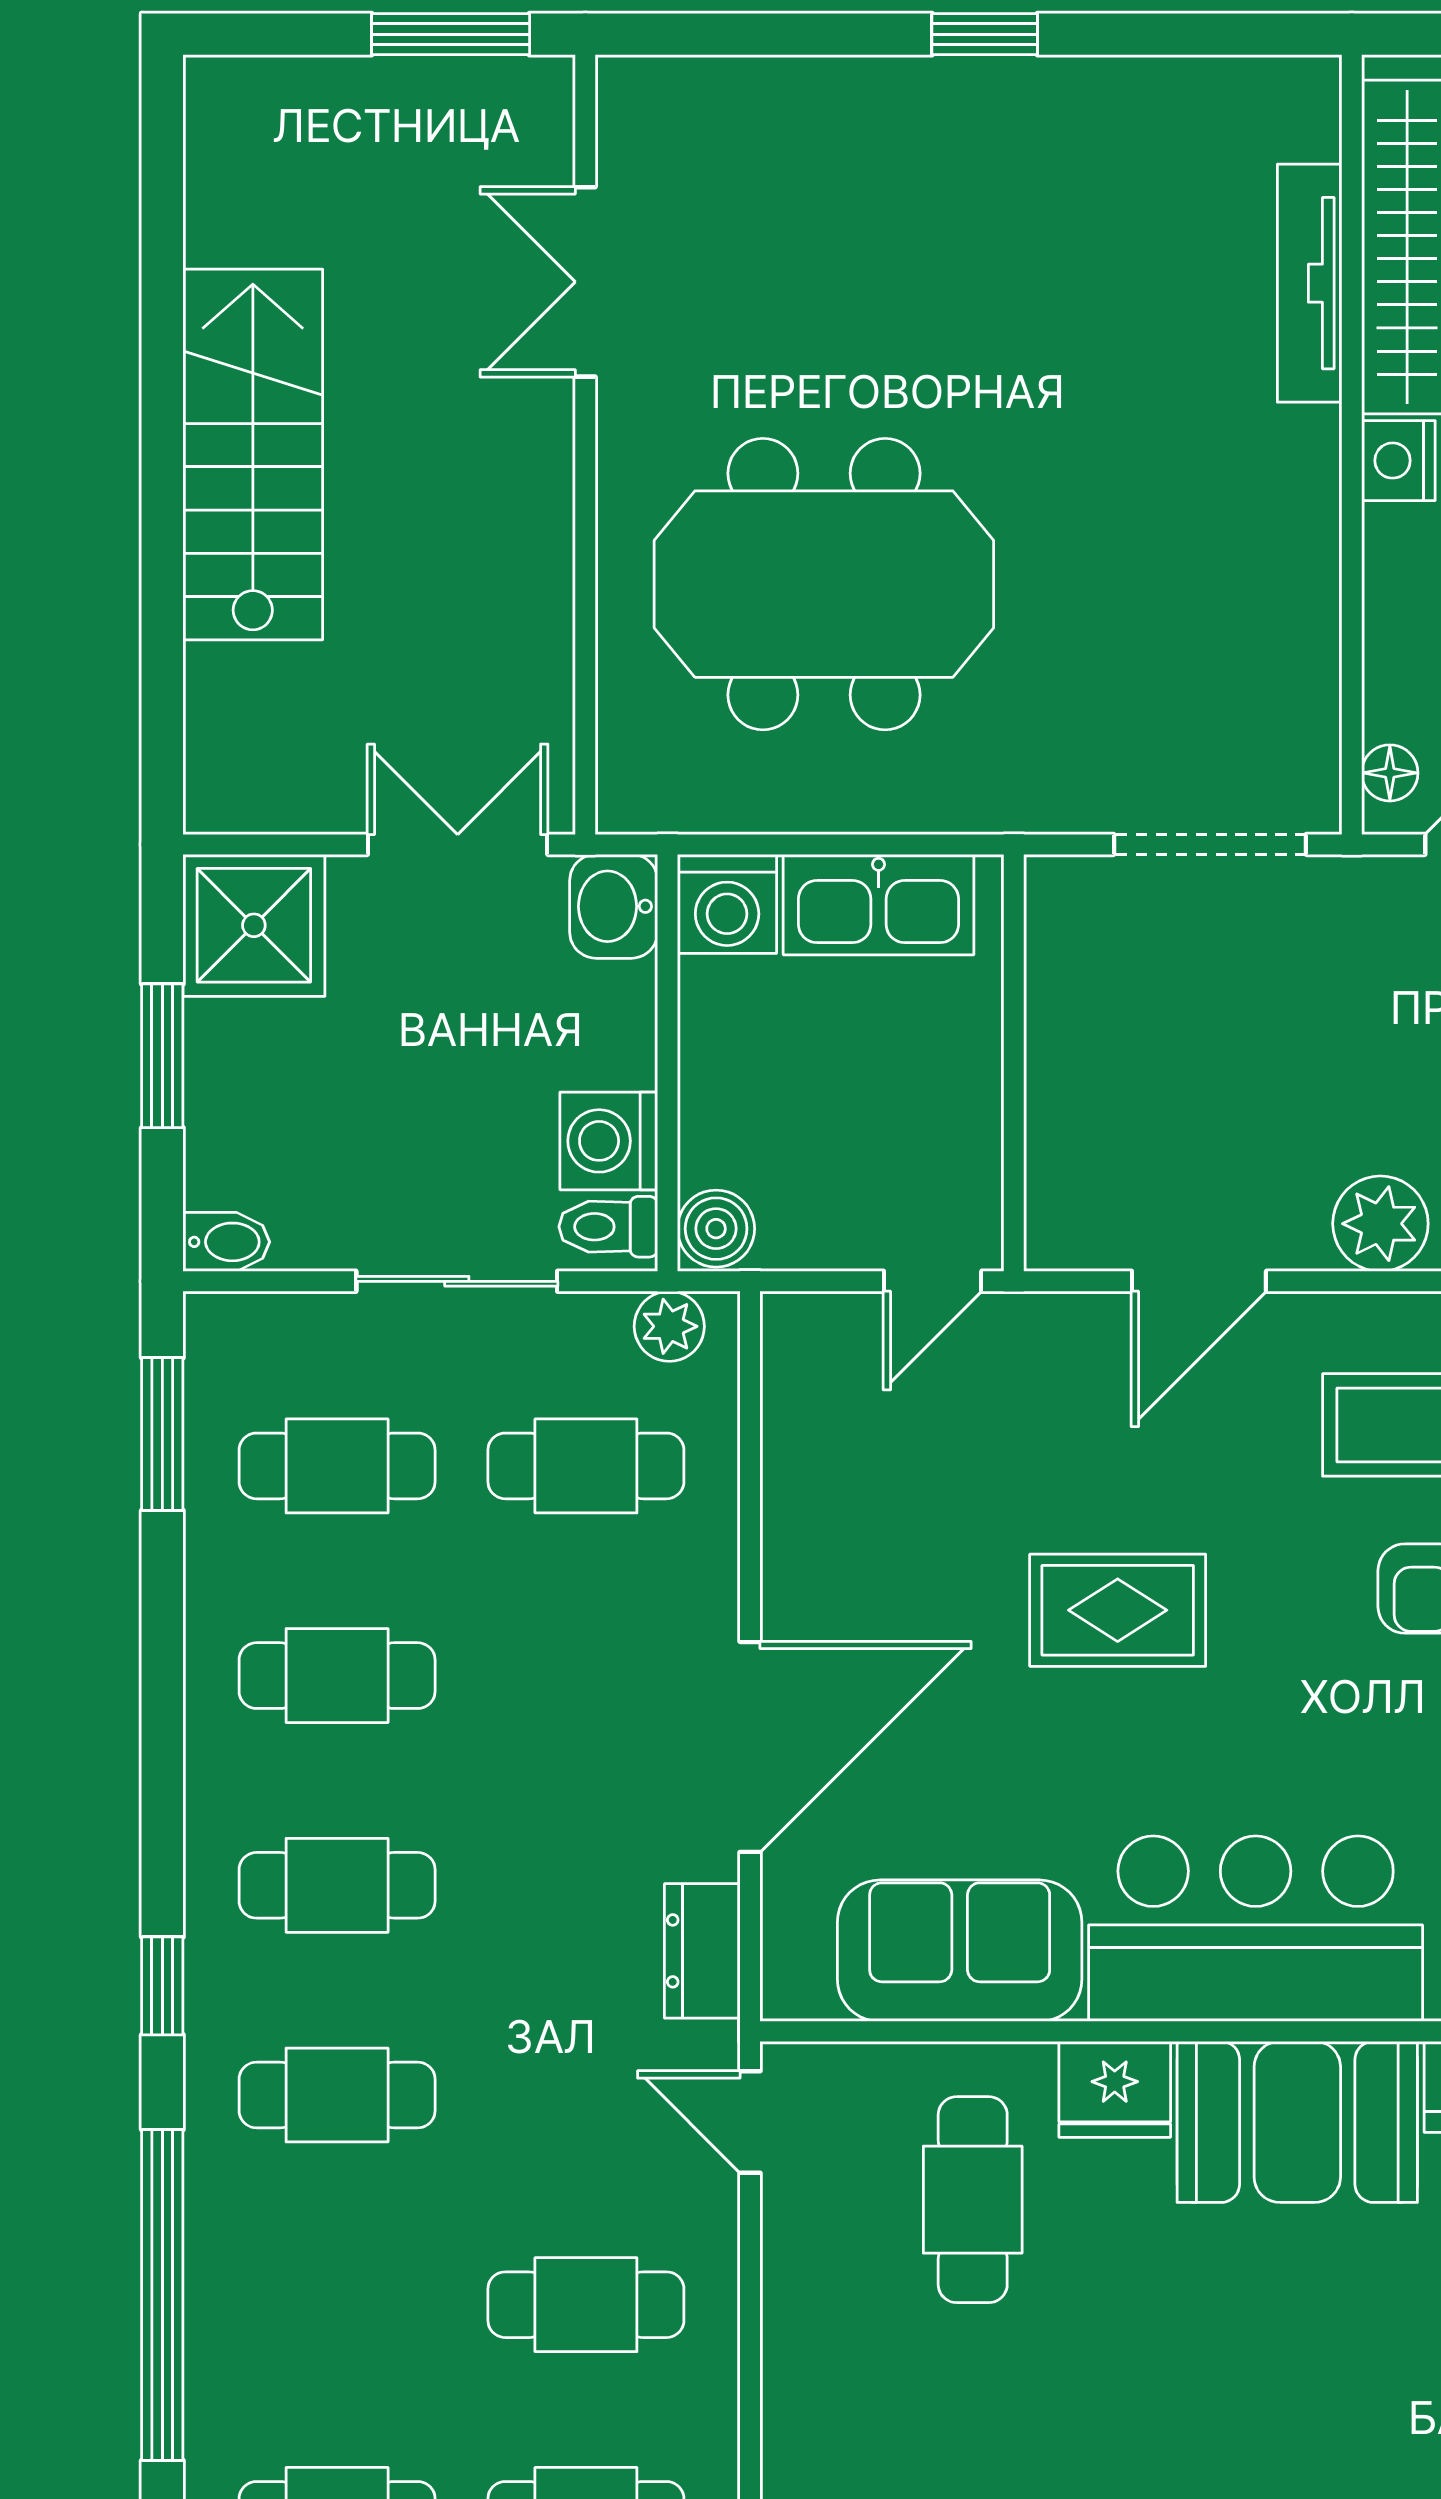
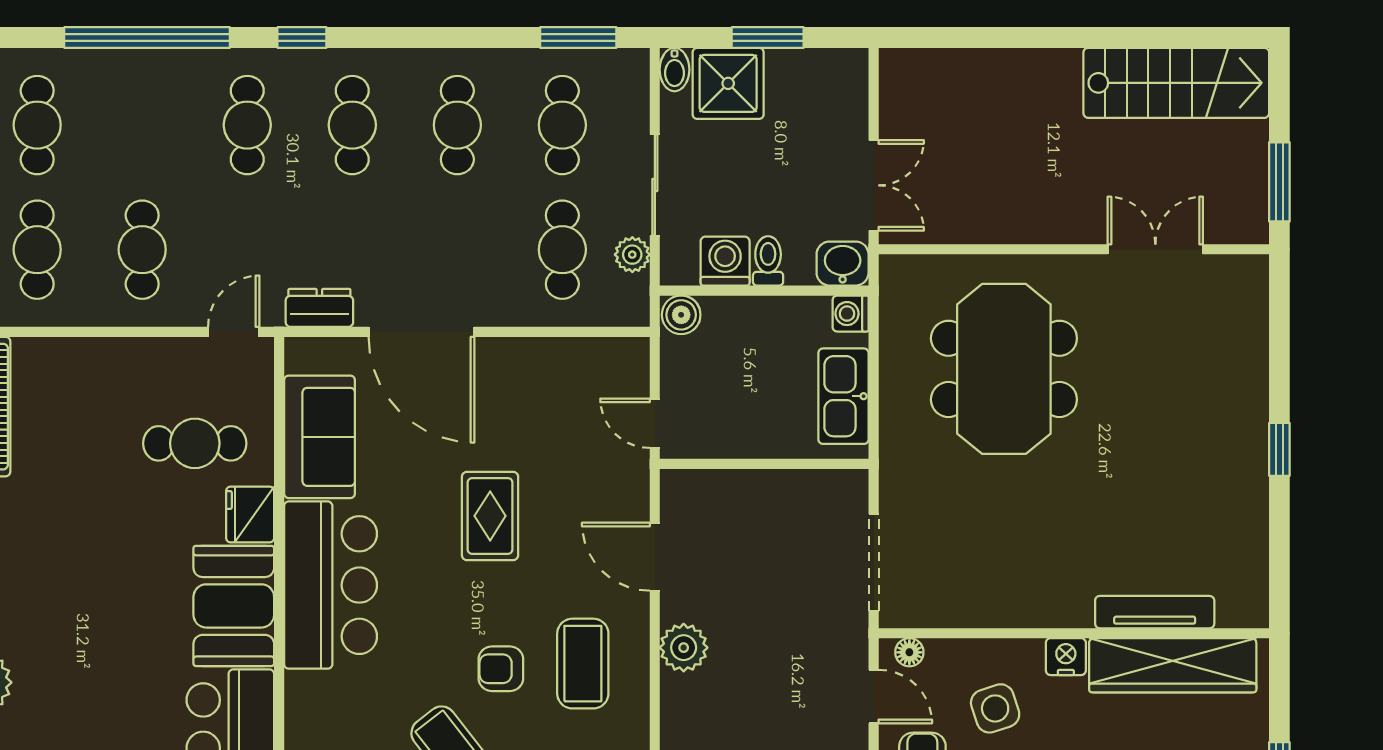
stairs: (253, 455) -> (1176, 83), moved
washing machine: (727, 904) -> (851, 314), width x0.73, depth x0.73
shower: (254, 925) -> (728, 83), moved
toilet: (608, 1227) -> (768, 261), moved
plant: (669, 1326) -> (632, 255), moved

